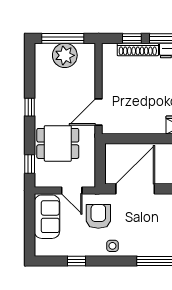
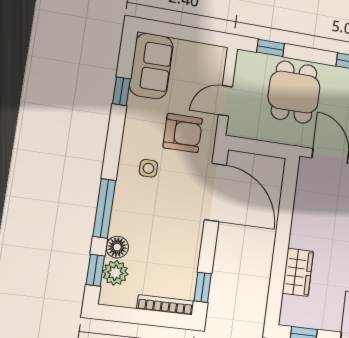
sofa: (47, 217) -> (151, 66), moved, turned -90
side table: (112, 246) -> (148, 168), moved

